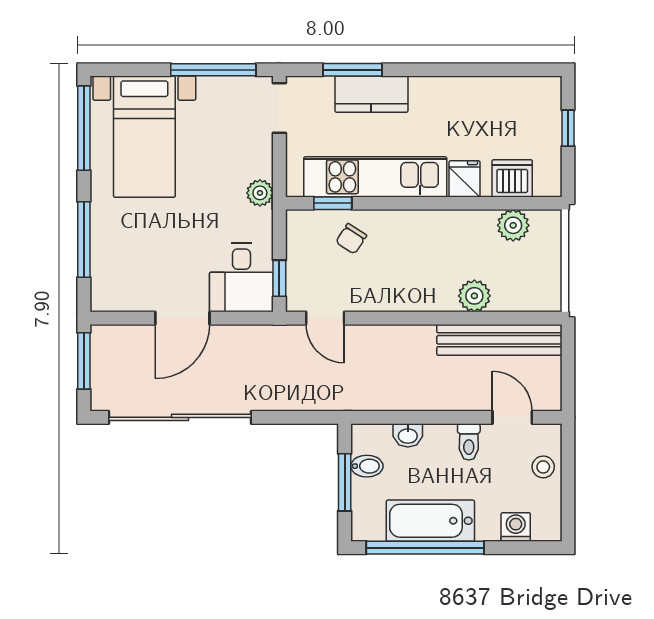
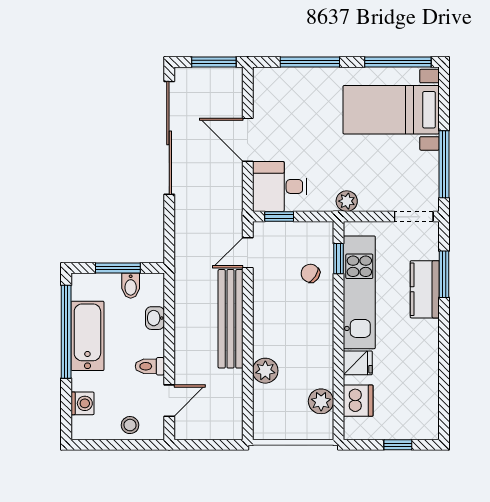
bench: (499, 340) -> (231, 319), moved

